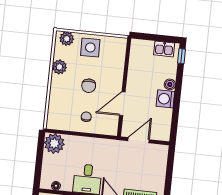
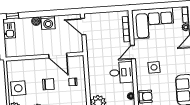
door: (139, 140) -> (83, 27), moved

